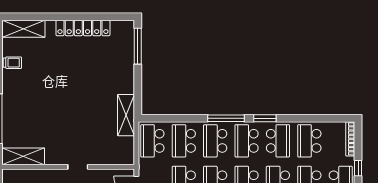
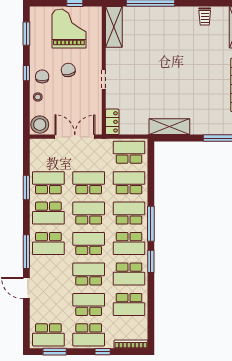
shelving: (126, 115) -> (169, 127), moved
school desk: (247, 141) -> (129, 244), turned 180
school desk: (309, 141) -> (129, 304), turned 180
locker: (121, 158) -> (112, 122), added

